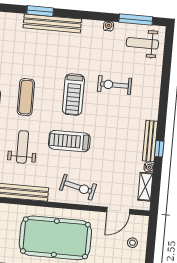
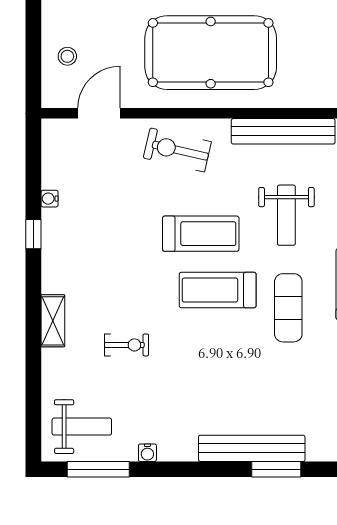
exercise bike: (115, 85) -> (127, 345), width x0.73, depth x0.72
treadmill: (73, 95) -> (218, 290), moved, turned -90
bench: (150, 141) -> (52, 247), removed
shelving: (145, 187) -> (53, 321), moved

